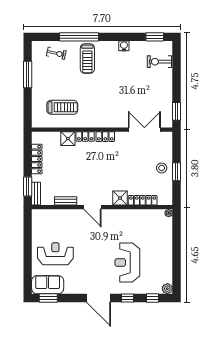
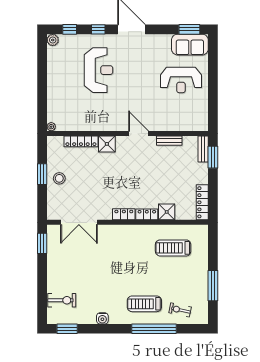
treadmill: (87, 59) -> (144, 304), turned -90
locker: (37, 159) -> (202, 202), moved

